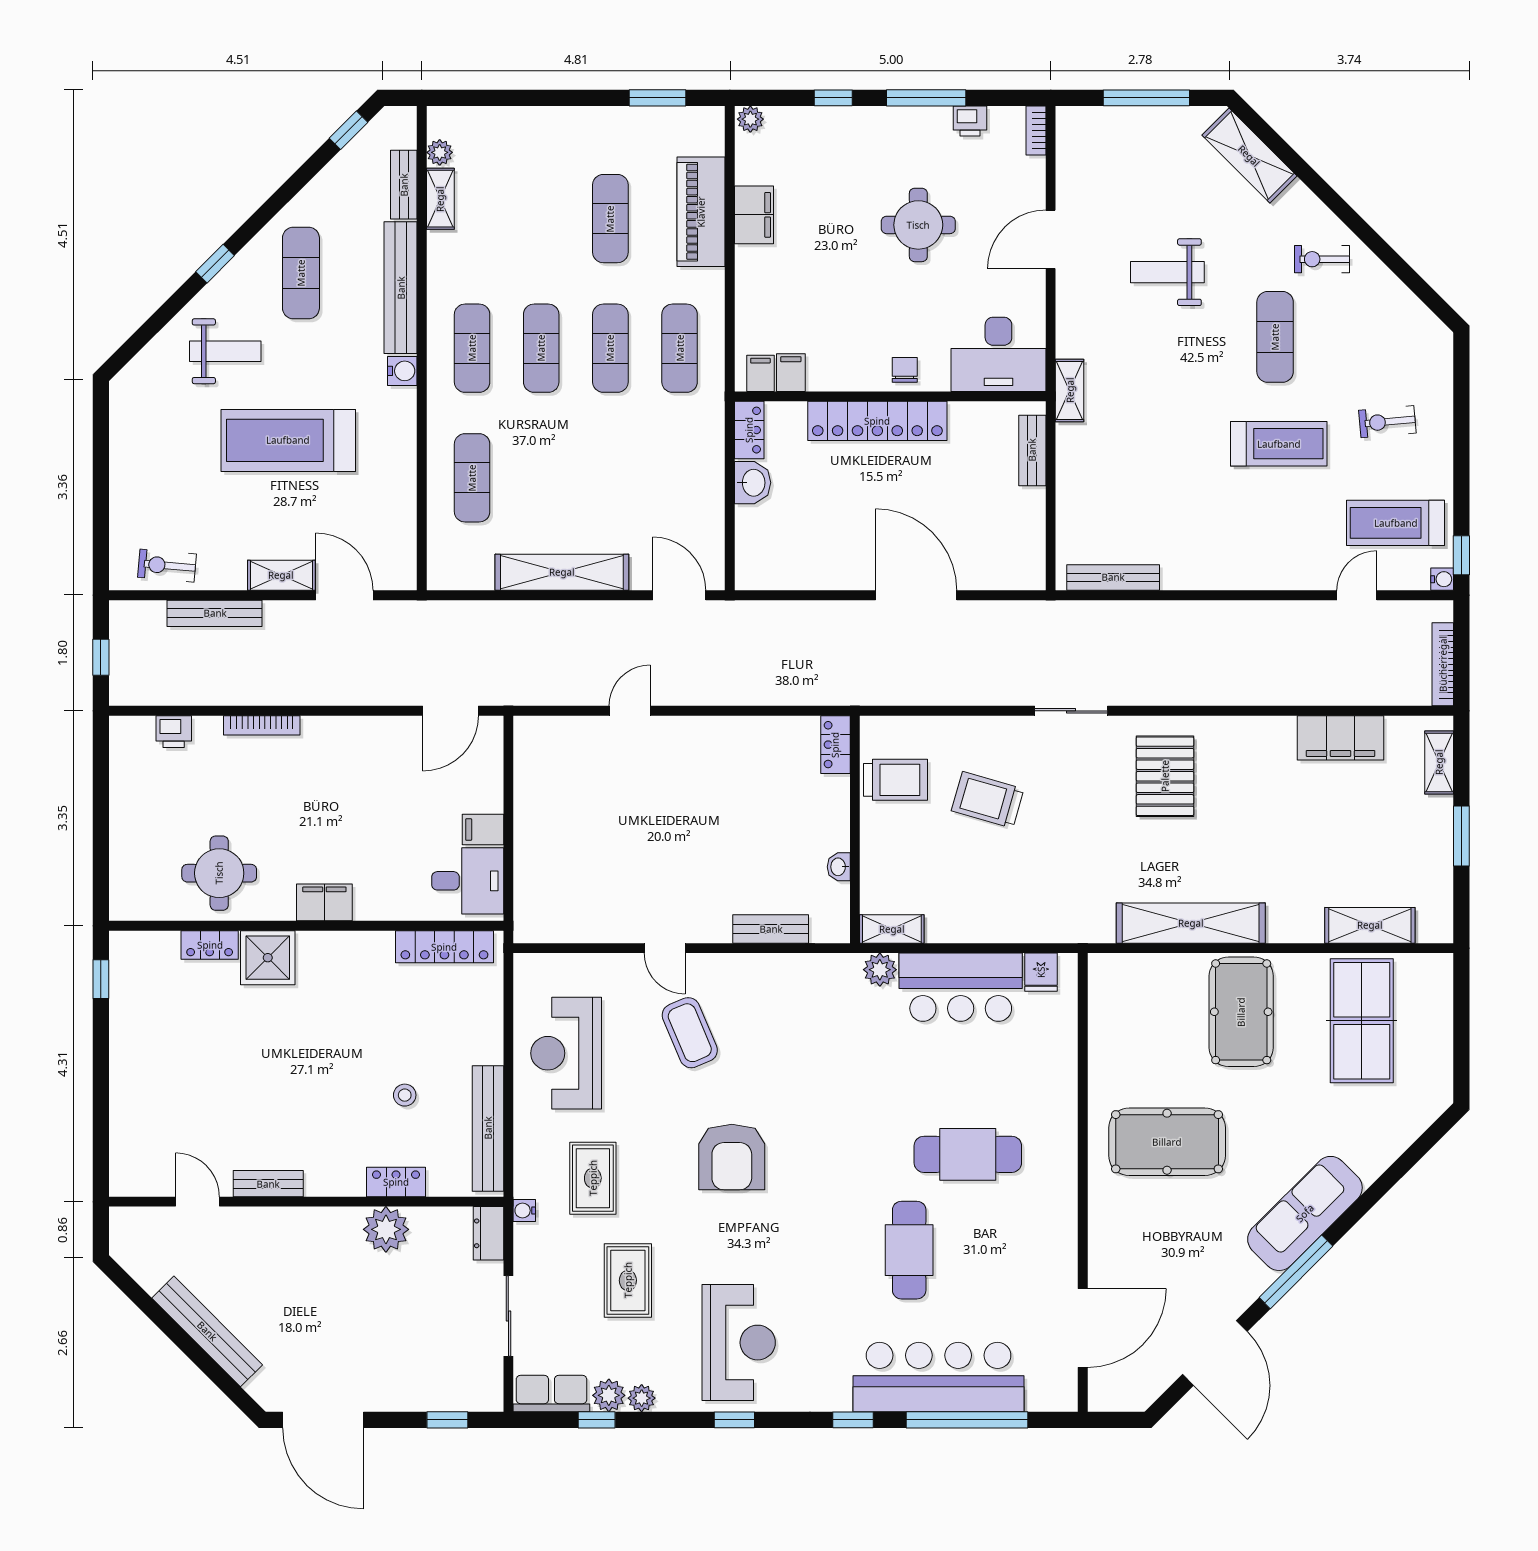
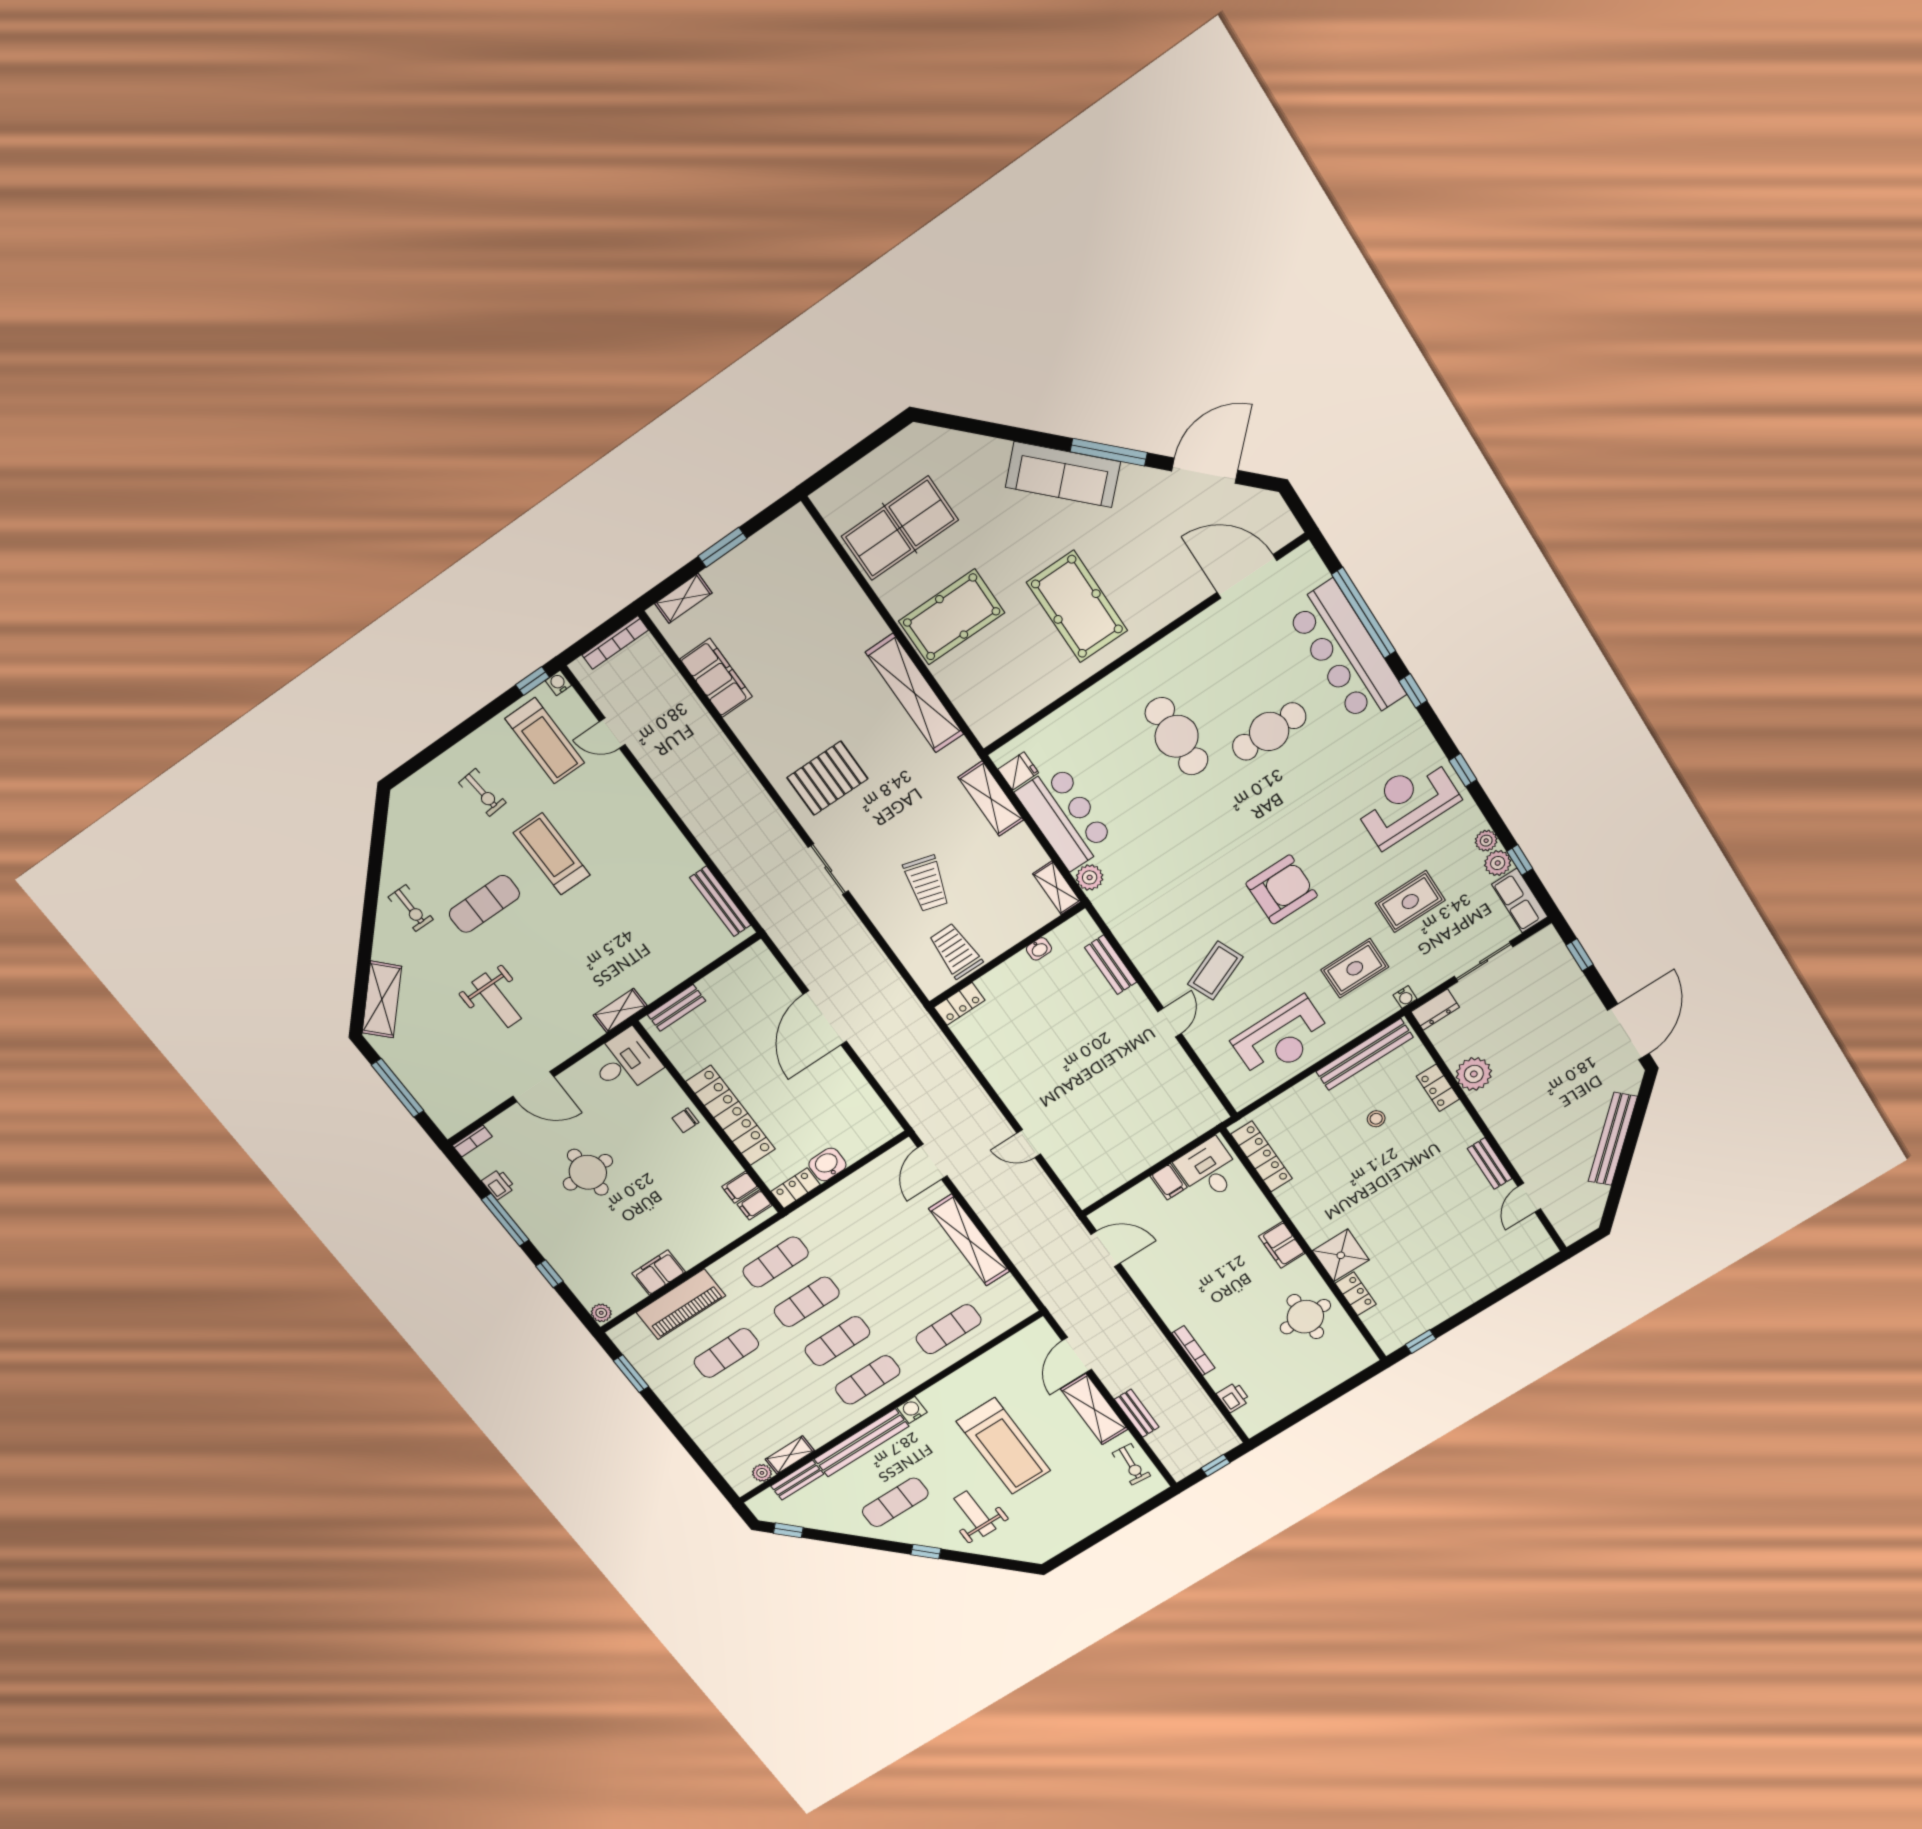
desk: (998, 354) -> (625, 1062), width x0.73
shelving: (281, 575) -> (1094, 1409), width x1.50, depth x1.33
bench: (215, 613) -> (1137, 1413), width x0.73
shelving: (1370, 925) -> (991, 799), moved

